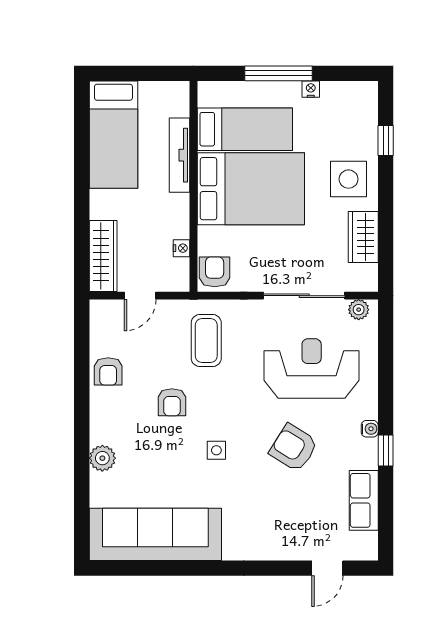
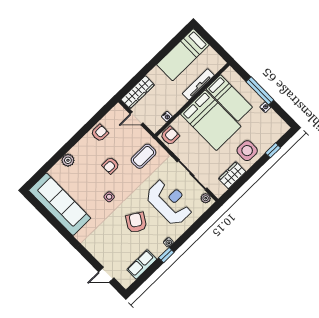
armchair: (108, 371) -> (100, 133), turned 180

